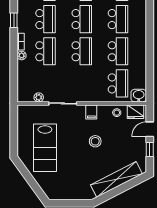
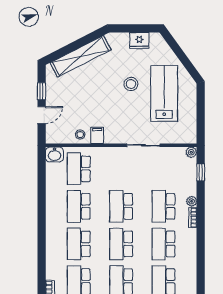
window: (14, 20) -> (201, 172), moved
plant: (39, 97) -> (191, 152), moved
filing cabinet: (91, 112) -> (97, 135), moved
fridge: (136, 112) -> (139, 41), moved, turned 180
stool: (95, 141) -> (131, 84), moved

